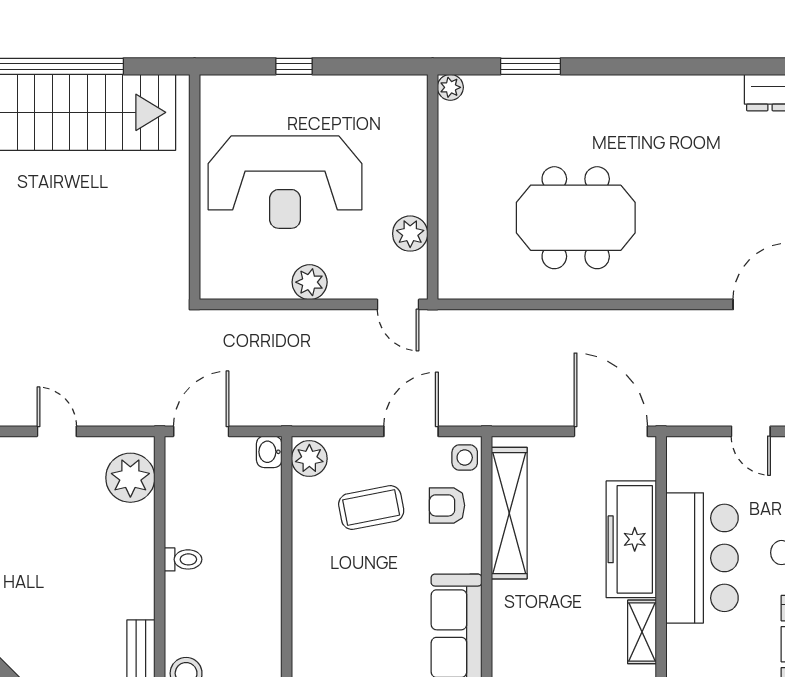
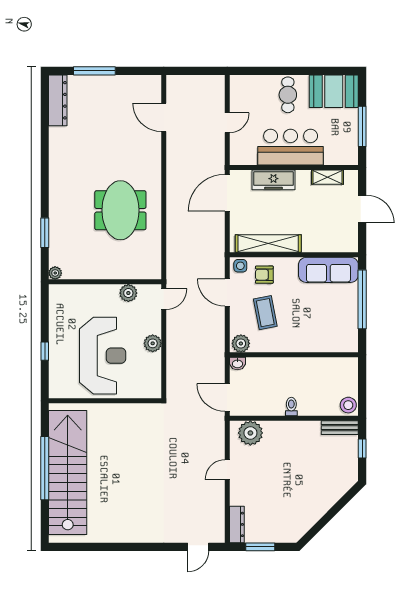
armchair: (447, 505) -> (264, 275), turned 90
freezer: (631, 539) -> (273, 180), width x0.73, depth x0.79

